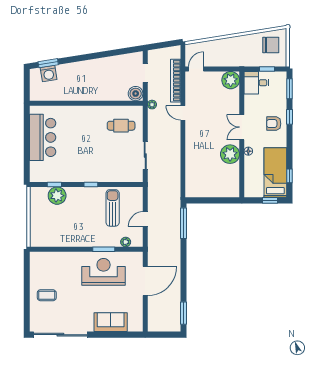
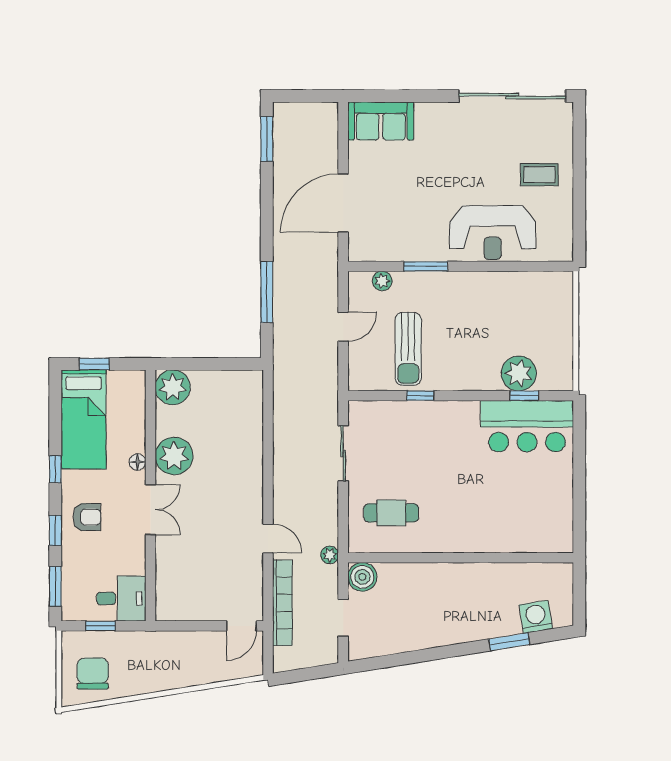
chair: (271, 45) -> (93, 674), turned 90
window: (48, 63) -> (509, 642), moved
plant: (231, 80) -> (173, 387), moved
bar counter: (43, 137) -> (527, 426), moved, turned -90
window: (290, 176) -> (55, 469), moved
window: (91, 184) -> (420, 396), moved
window: (183, 223) -> (267, 292), moved
reception desk: (104, 272) -> (493, 233), moved
sofa: (111, 322) -> (381, 121), moved

